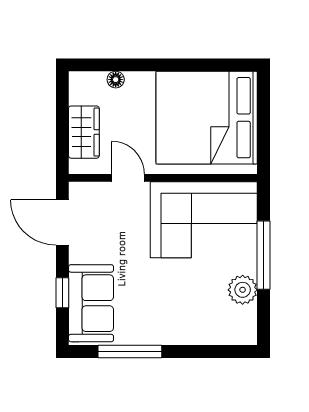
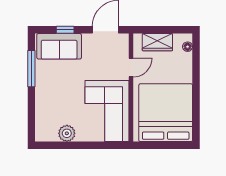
floor lamp: (116, 80) -> (188, 47), moved
window: (264, 255) -> (87, 145), removed

